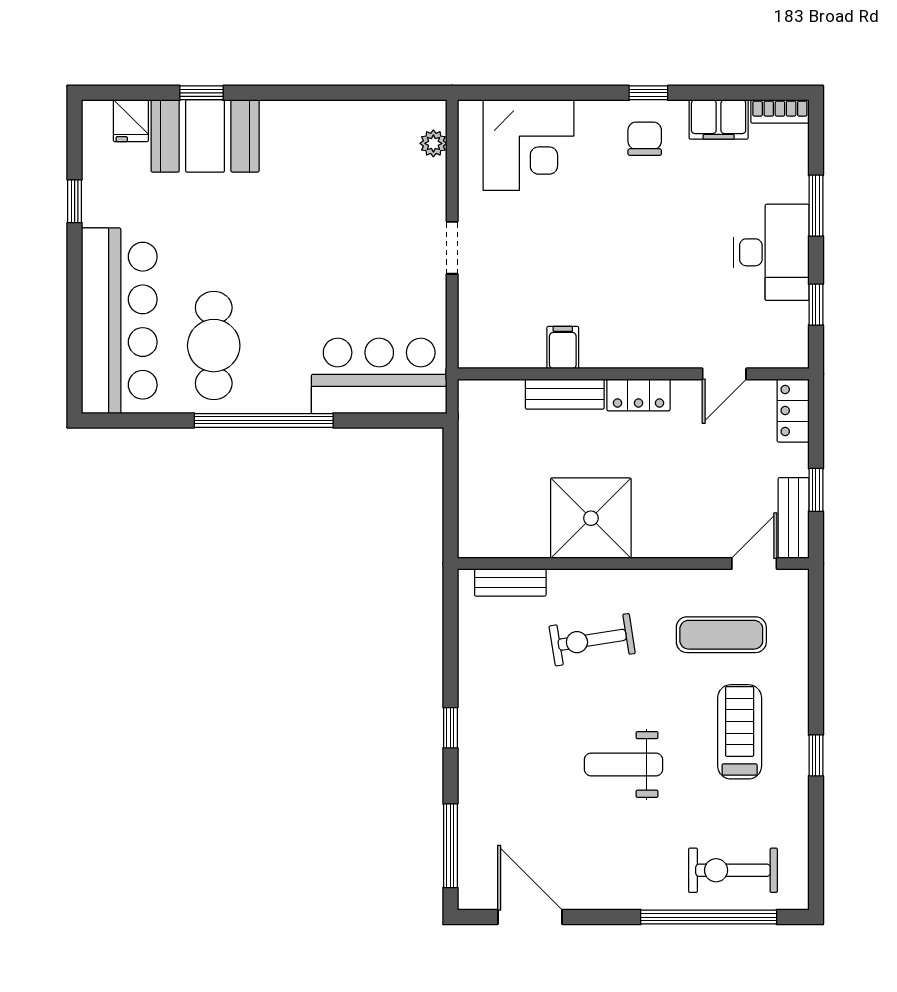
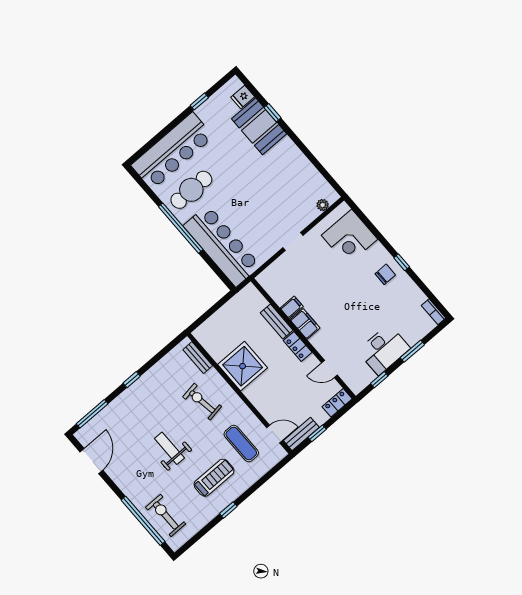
filing cabinet: (719, 119) -> (305, 324), moved, turned 180
bar counter: (379, 376) -> (222, 246), width x1.36

